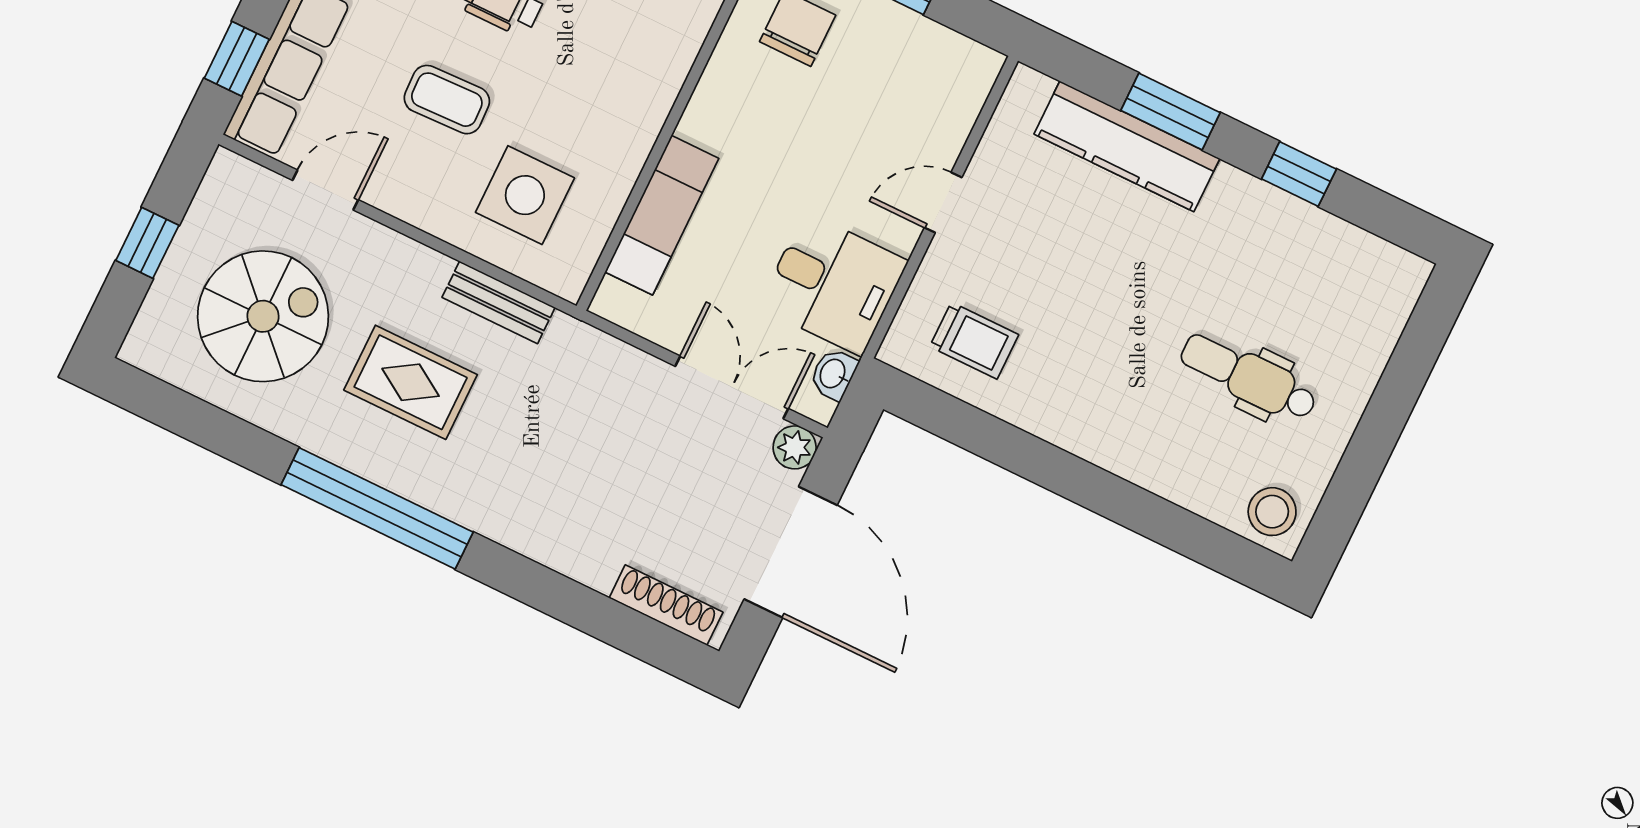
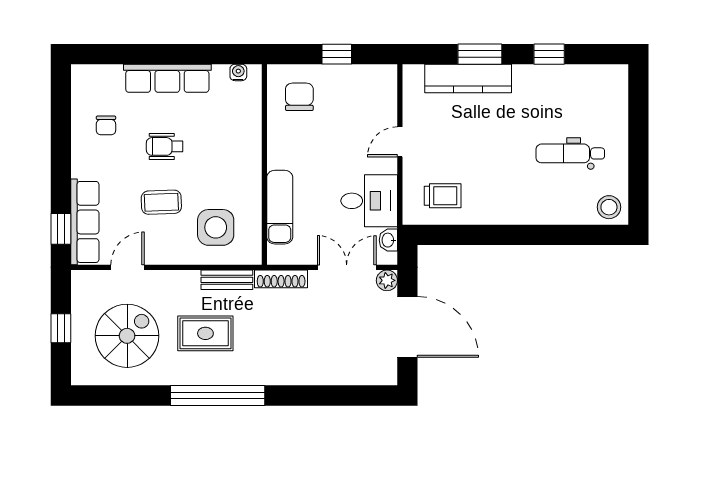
shoe rack: (666, 605) -> (281, 279), moved, turned 180

